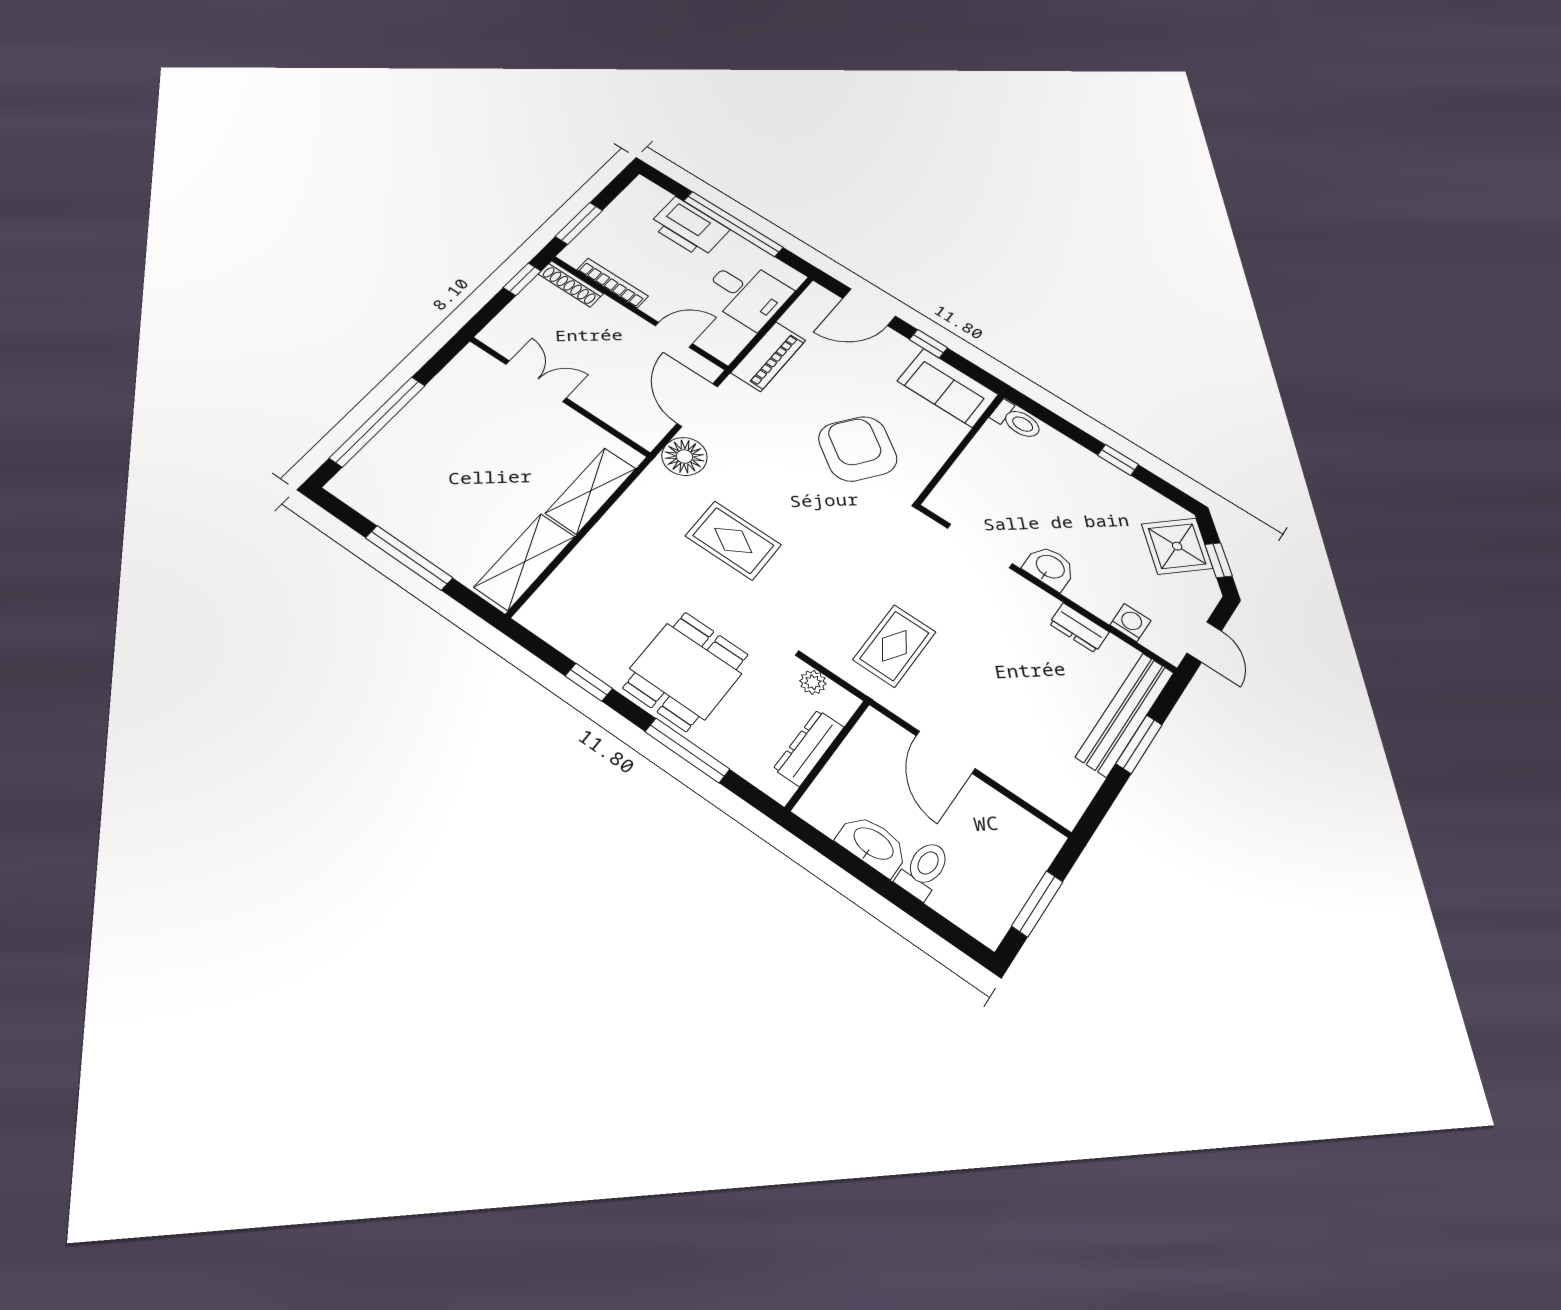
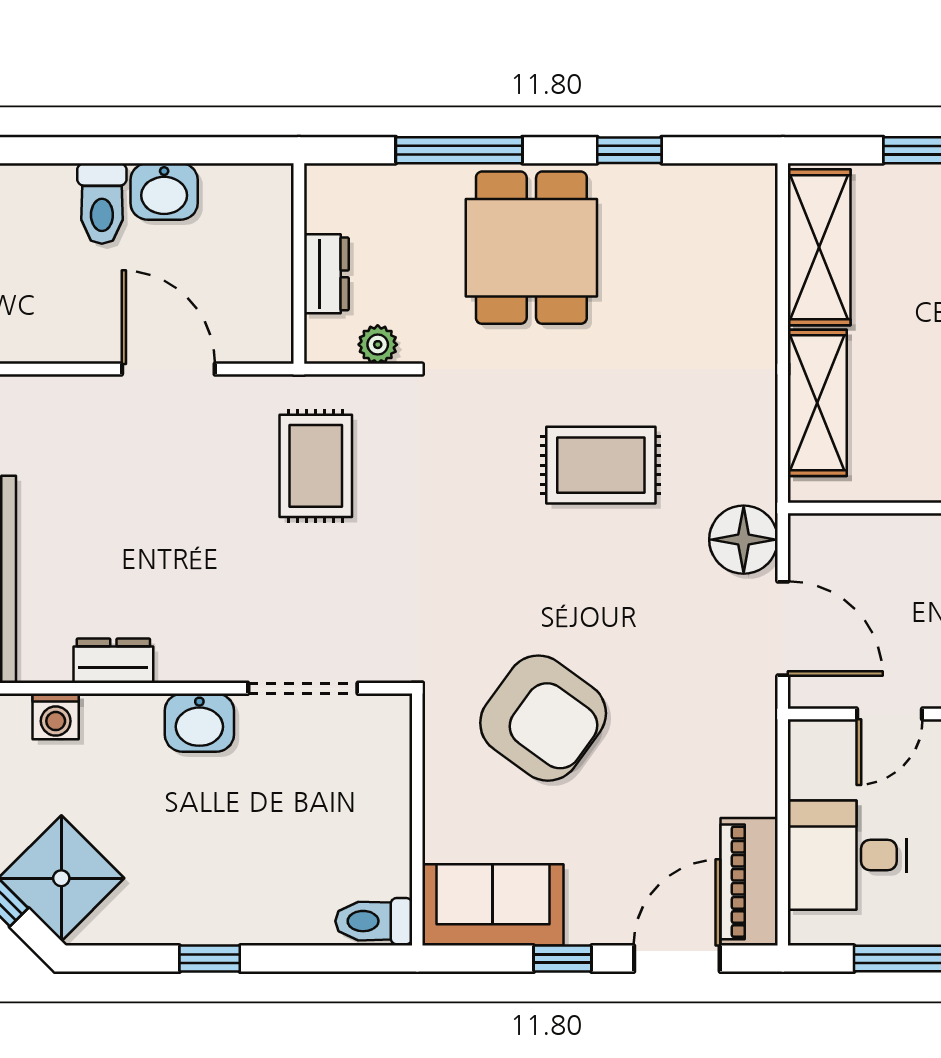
piano: (768, 356) -> (749, 882), moved
dresser: (809, 748) -> (326, 274), width x0.70
washbasin: (873, 844) -> (164, 191), width x0.72

